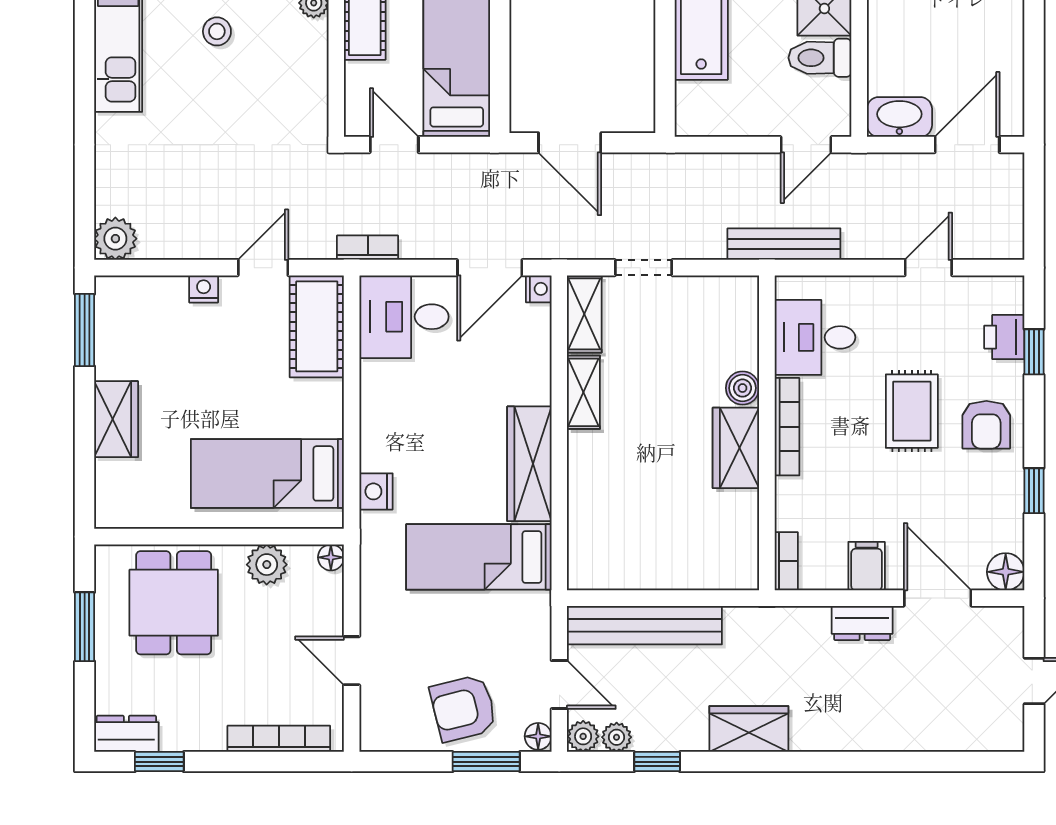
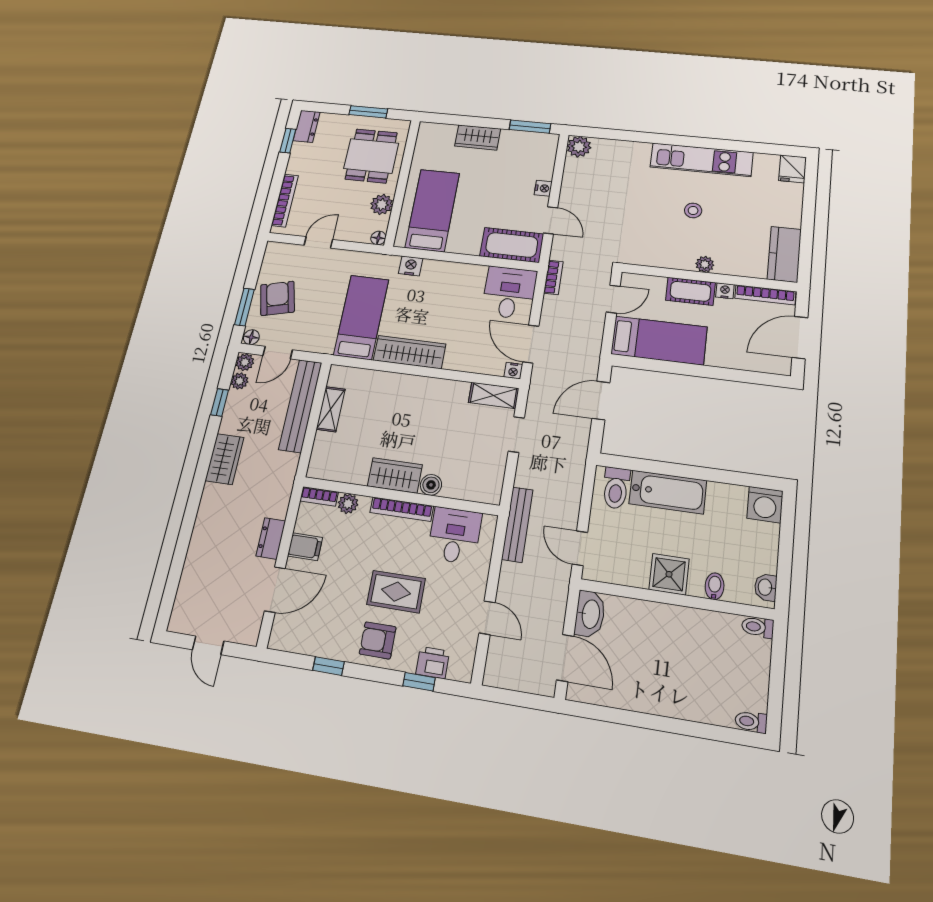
toilet: (820, 58) -> (616, 488), moved, turned 180
shelving: (583, 392) -> (331, 409), moved, turned 90
plant: (791, 513) -> (348, 504), added
floor lamp: (1006, 572) -> (281, 638), removed
dining table: (174, 603) -> (371, 156), turned 90

